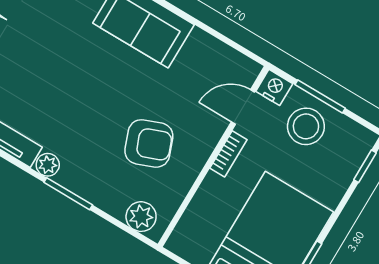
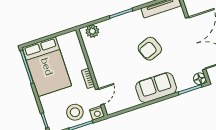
armchair: (149, 143) -> (150, 49), moved
plant: (48, 165) -> (137, 15), removed

